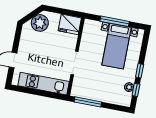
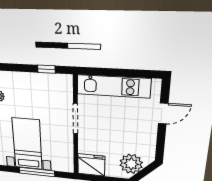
window: (88, 102) -> (46, 69), width x0.46

